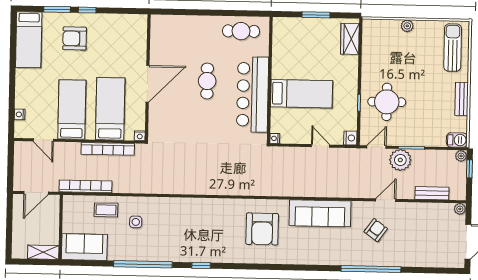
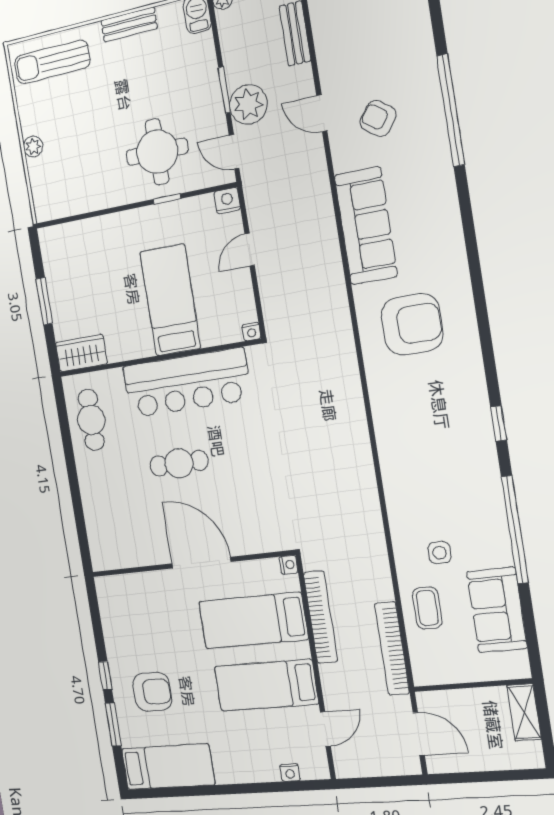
armchair: (75, 38) -> (152, 692), turned -90
wardrobe: (350, 39) -> (81, 353), moved, turned 180
sofa: (84, 247) -> (497, 610), moved

